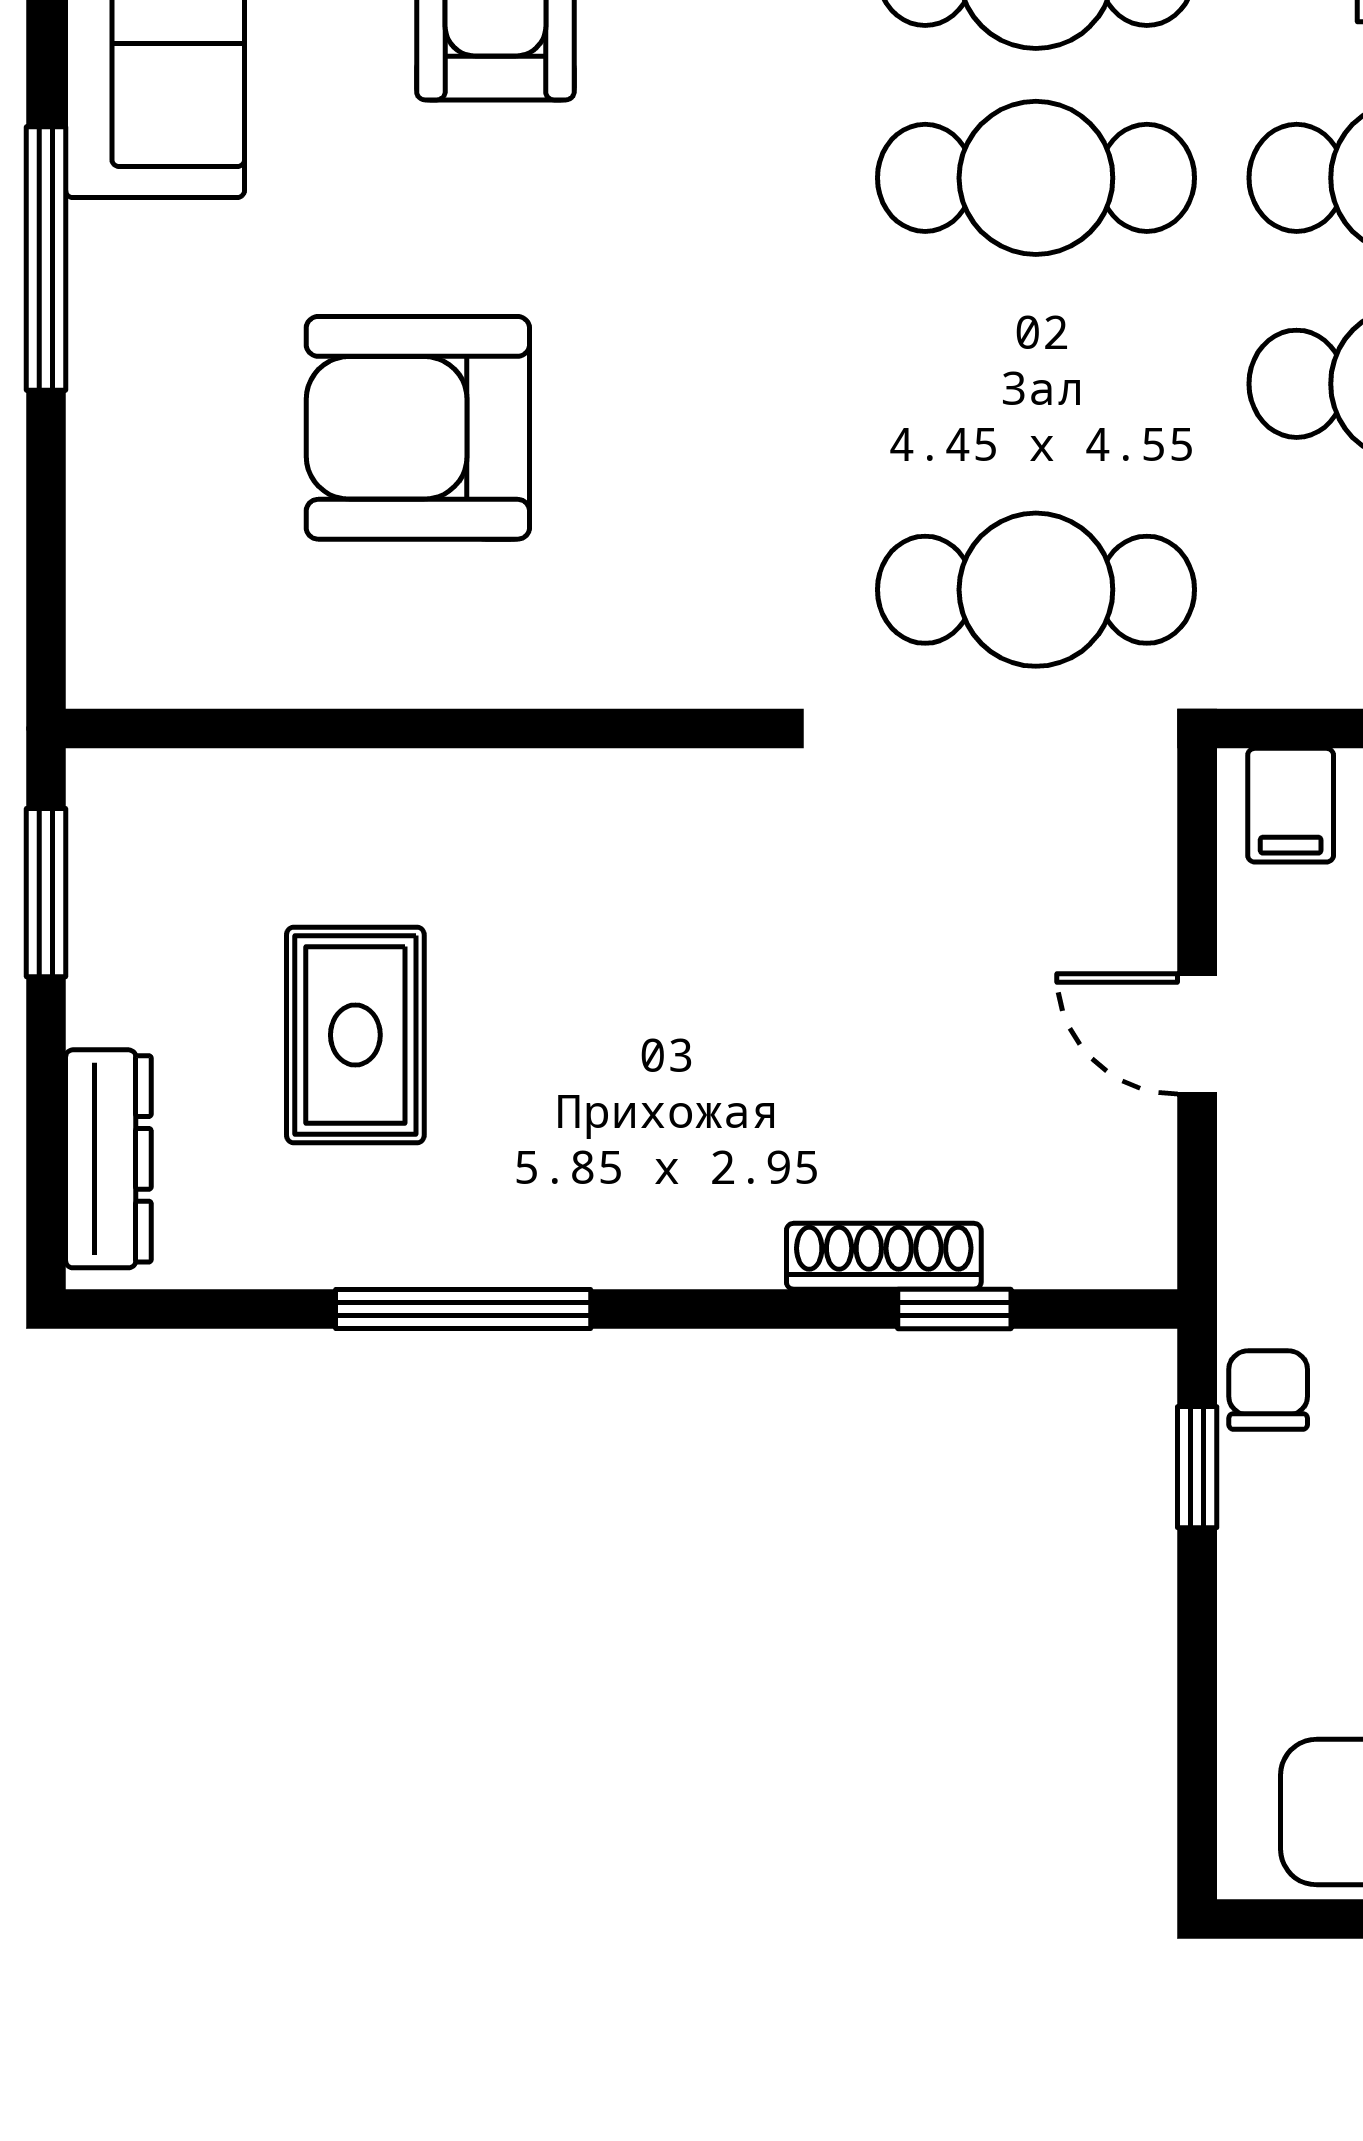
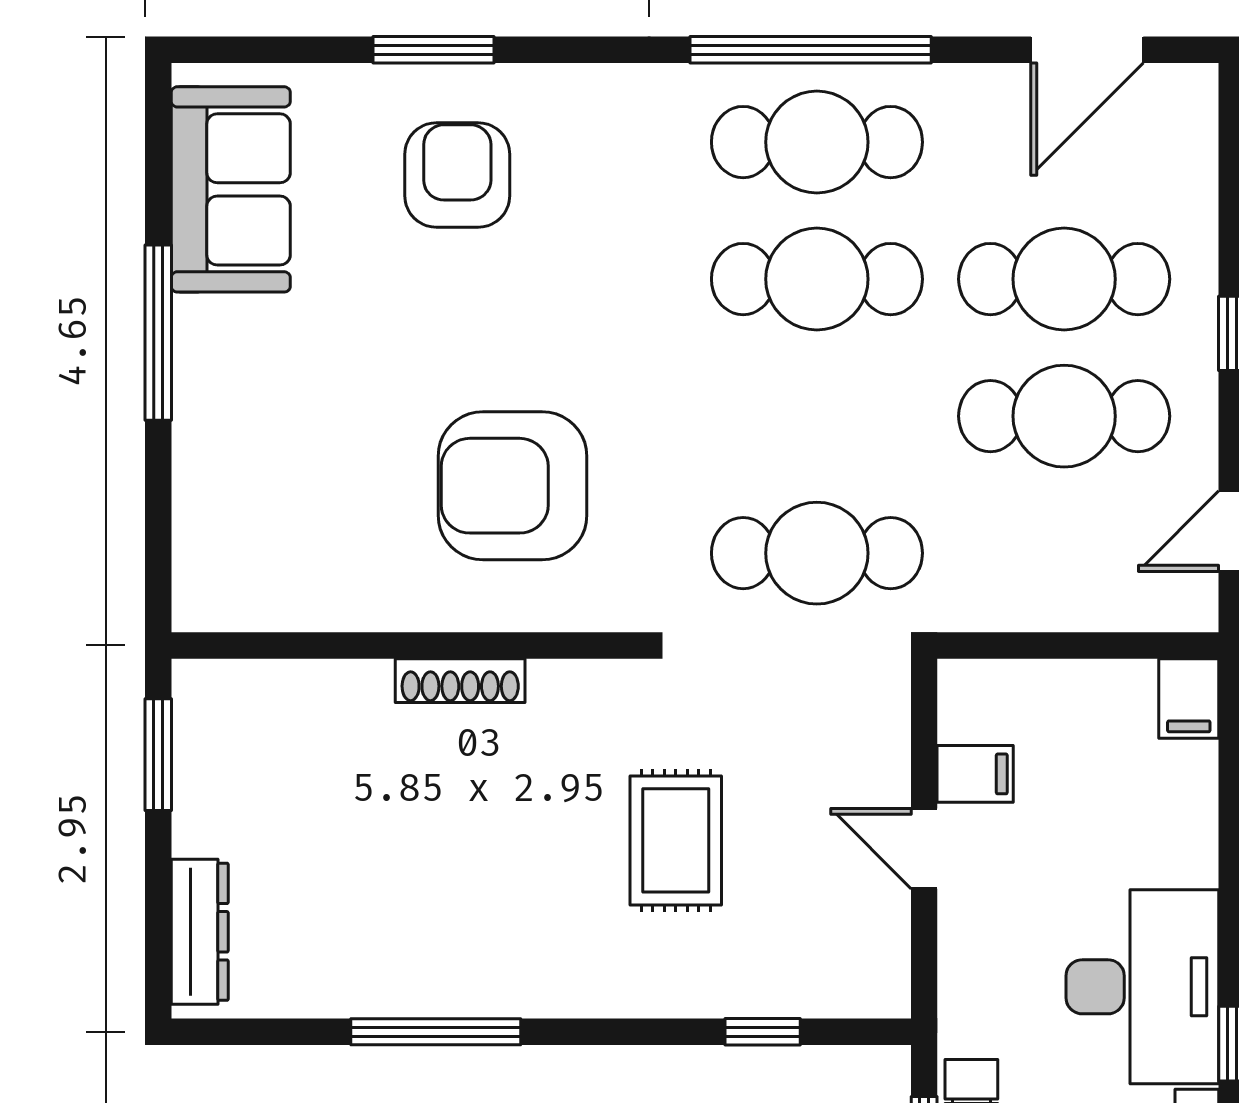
armchair: (418, 428) -> (513, 486), moved
filing cabinet: (1291, 805) -> (975, 774), moved, turned -90
rug: (355, 1035) -> (676, 840), moved
shoe rack: (884, 1256) -> (460, 681), moved, turned 180

